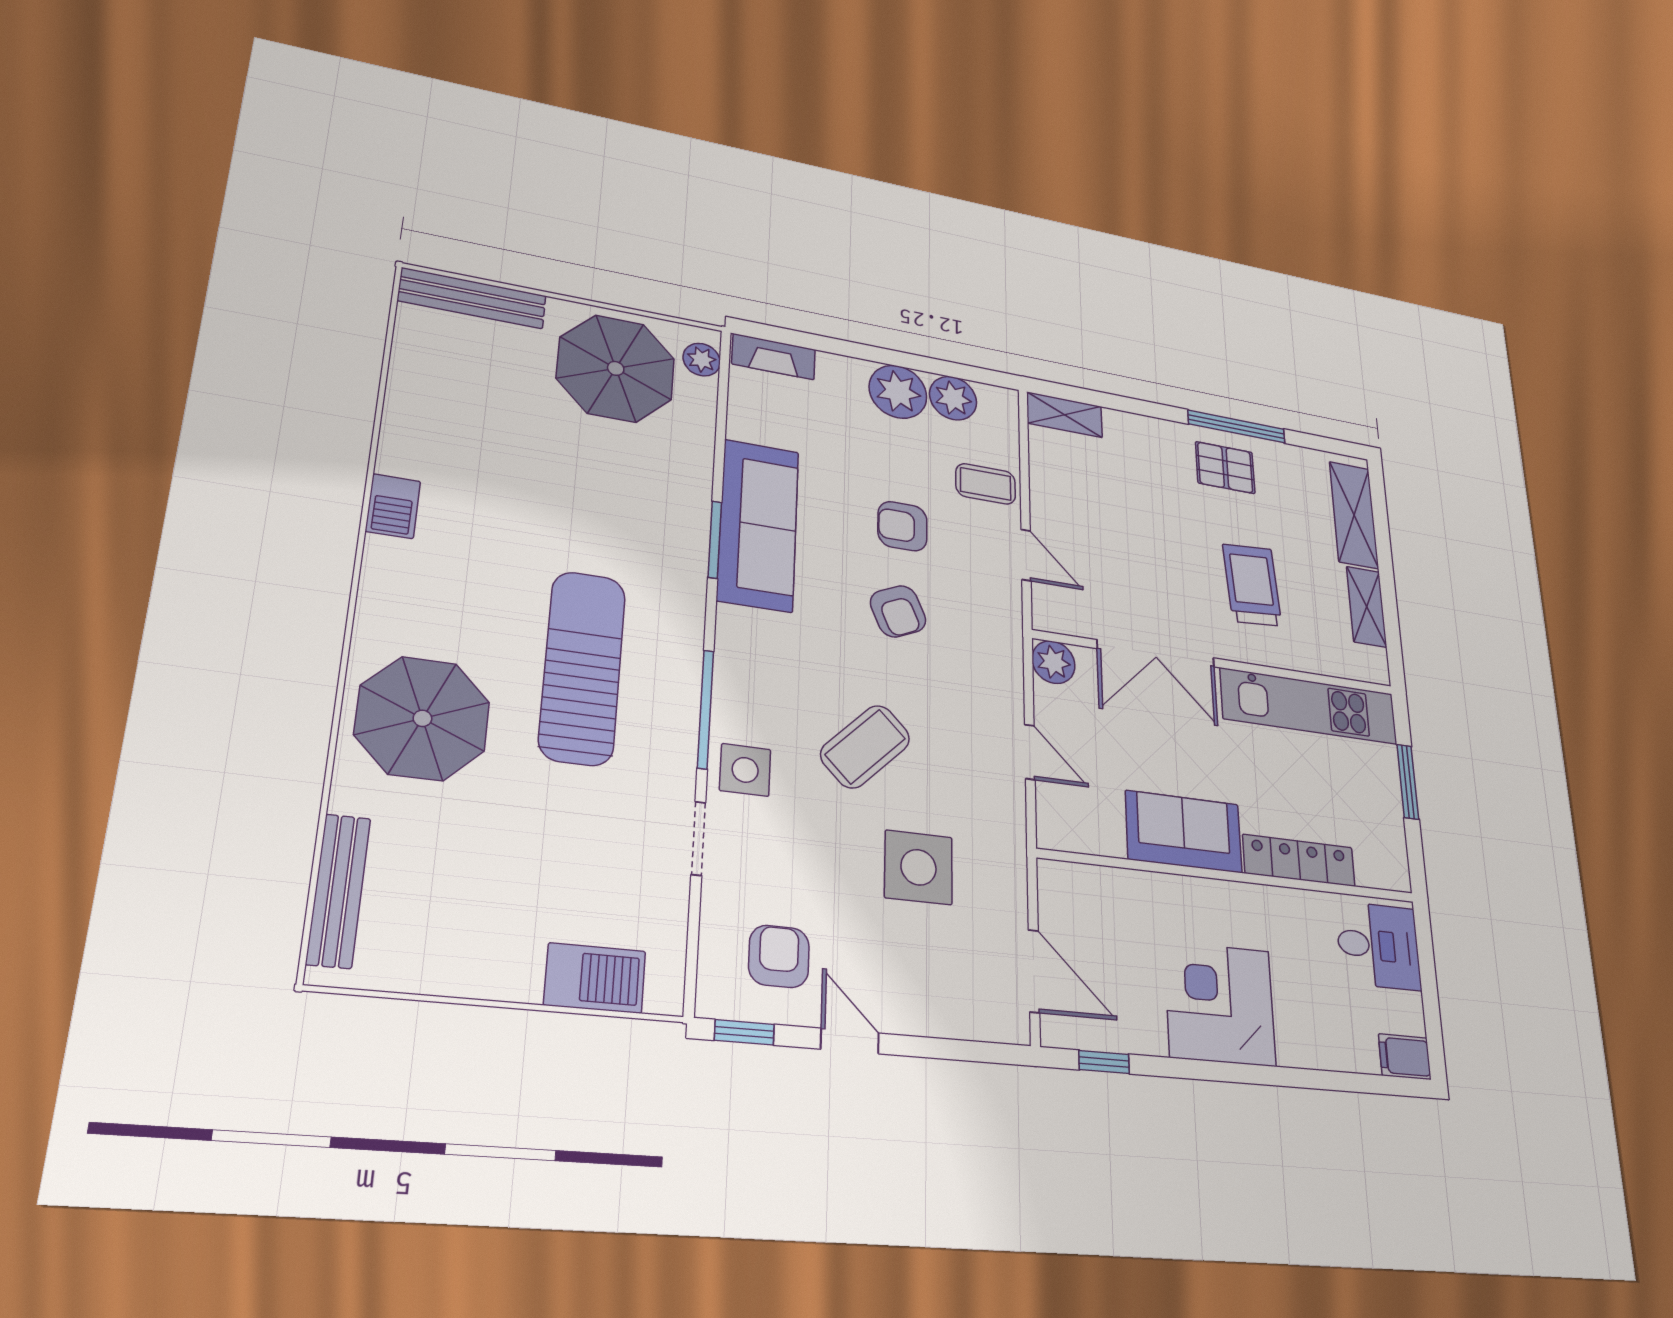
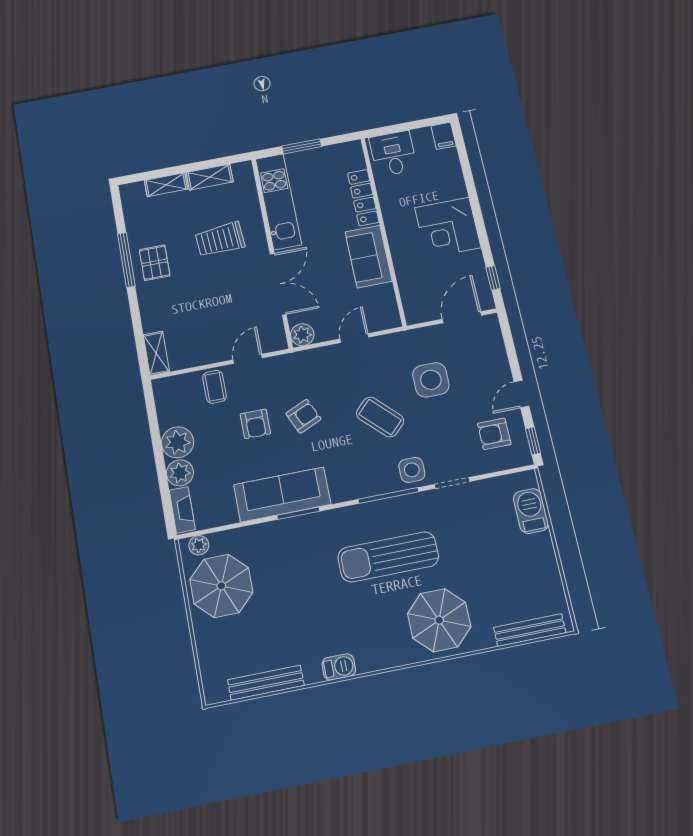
bench: (472, 298) -> (266, 683), moved, turned 90
plant: (953, 398) -> (180, 473), moved
shelving: (1354, 515) -> (166, 185), width x0.67, depth x0.75

